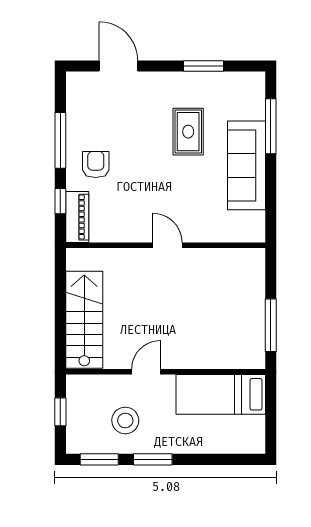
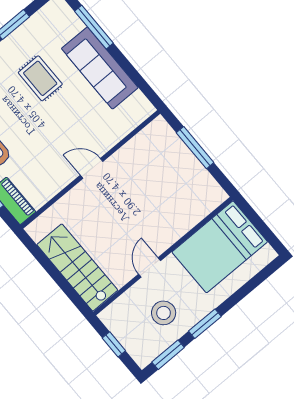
window: (271, 325) -> (195, 148), moved
bed: (221, 394) -> (220, 247), width x1.50

